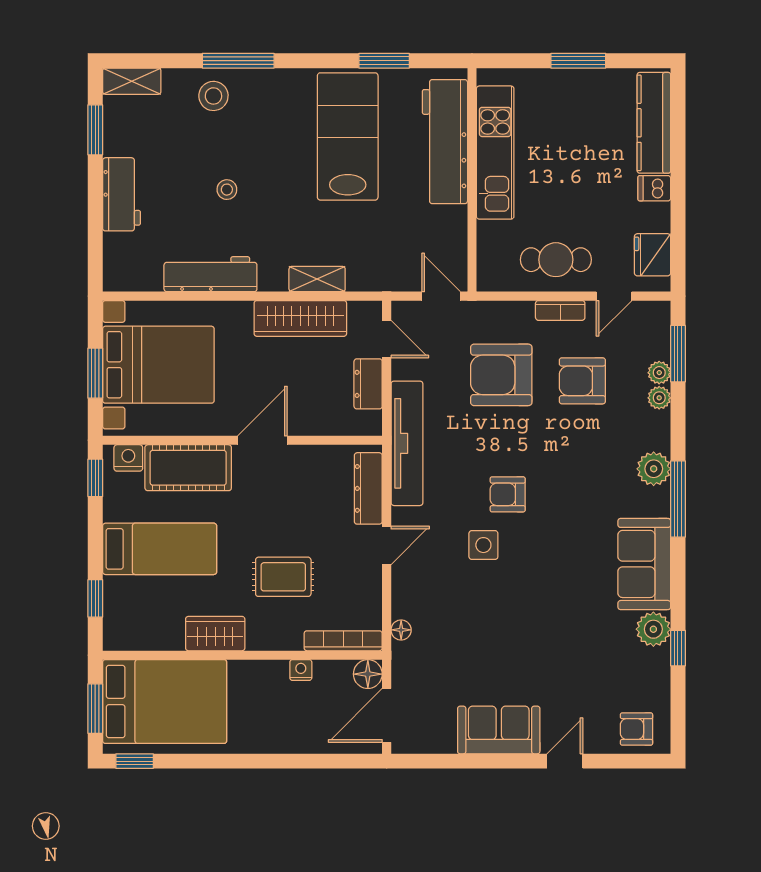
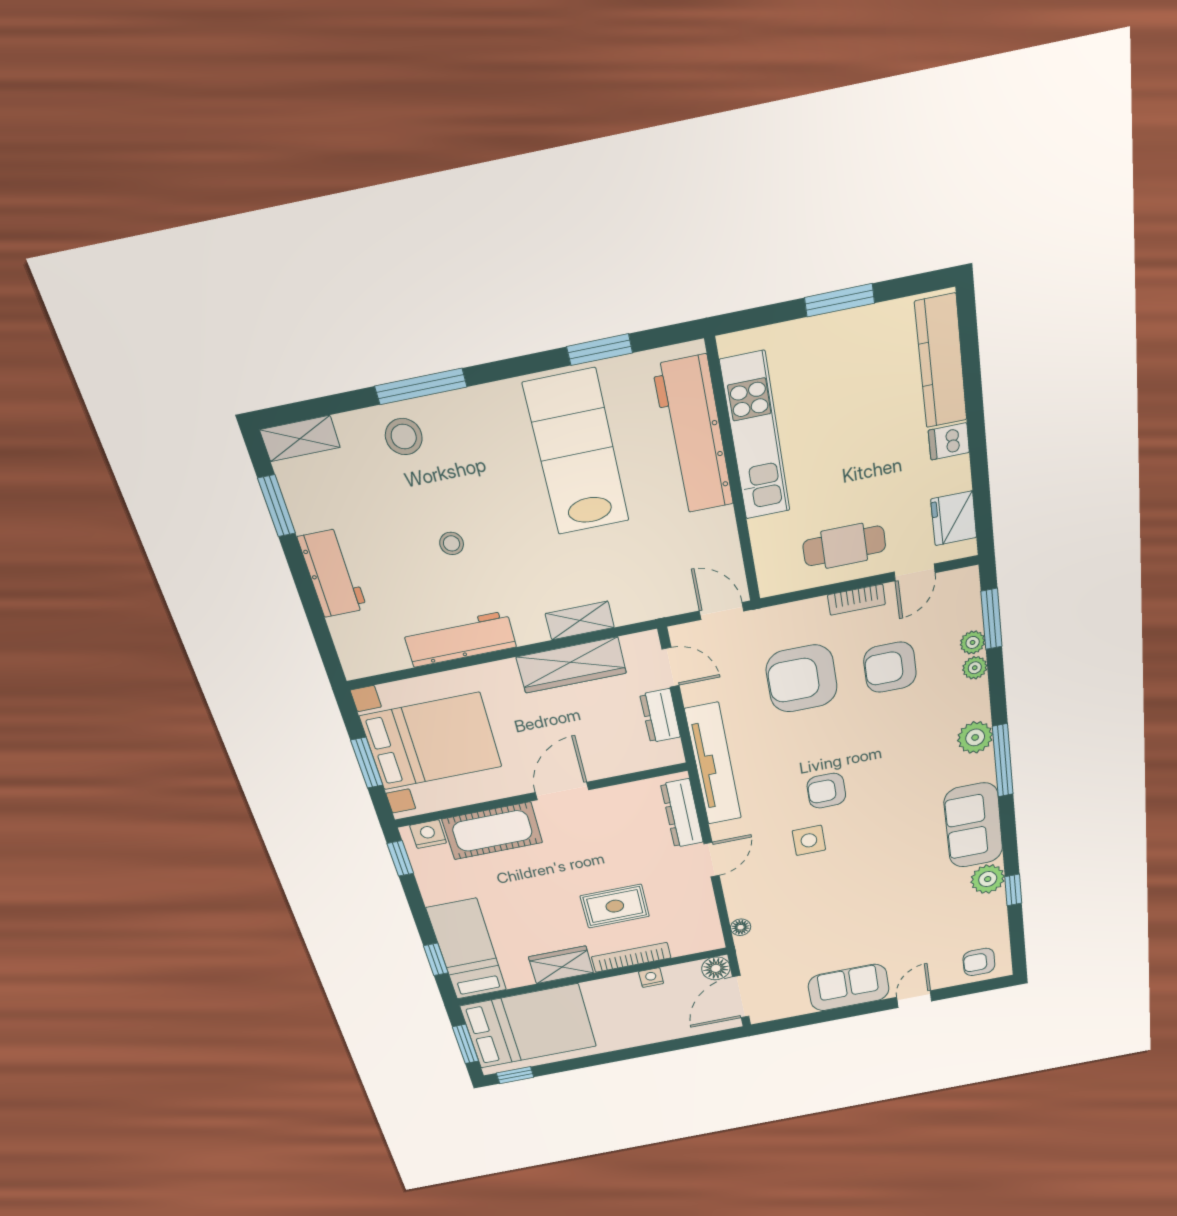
bed: (160, 549) -> (467, 949), moved, turned -90
bookcase: (343, 641) -> (631, 957), moved

